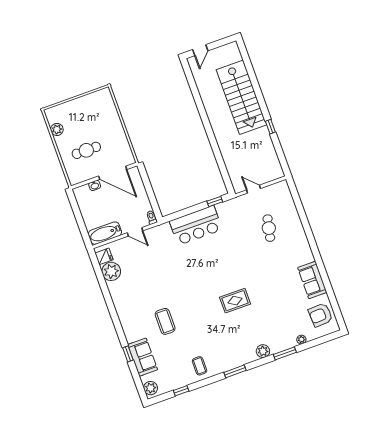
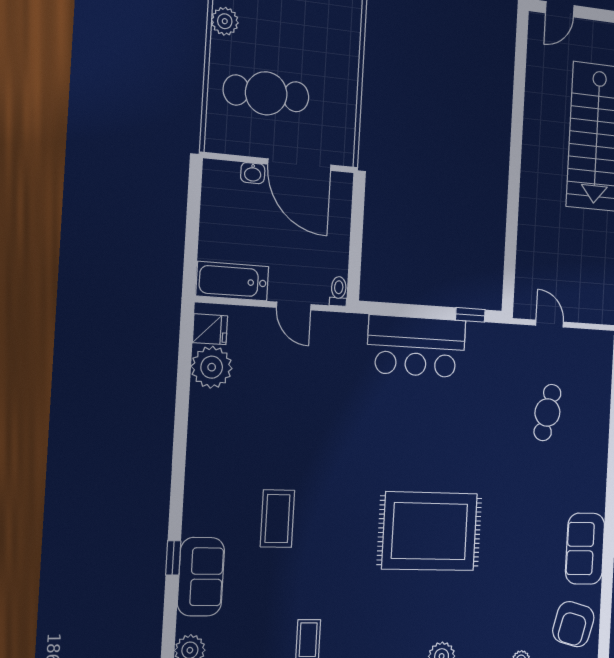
cafe table: (86, 150) -> (266, 93), width x1.37, depth x1.35
rug: (235, 301) -> (430, 531), width x1.86, depth x2.06
armchair: (320, 315) -> (573, 624), turned -72

